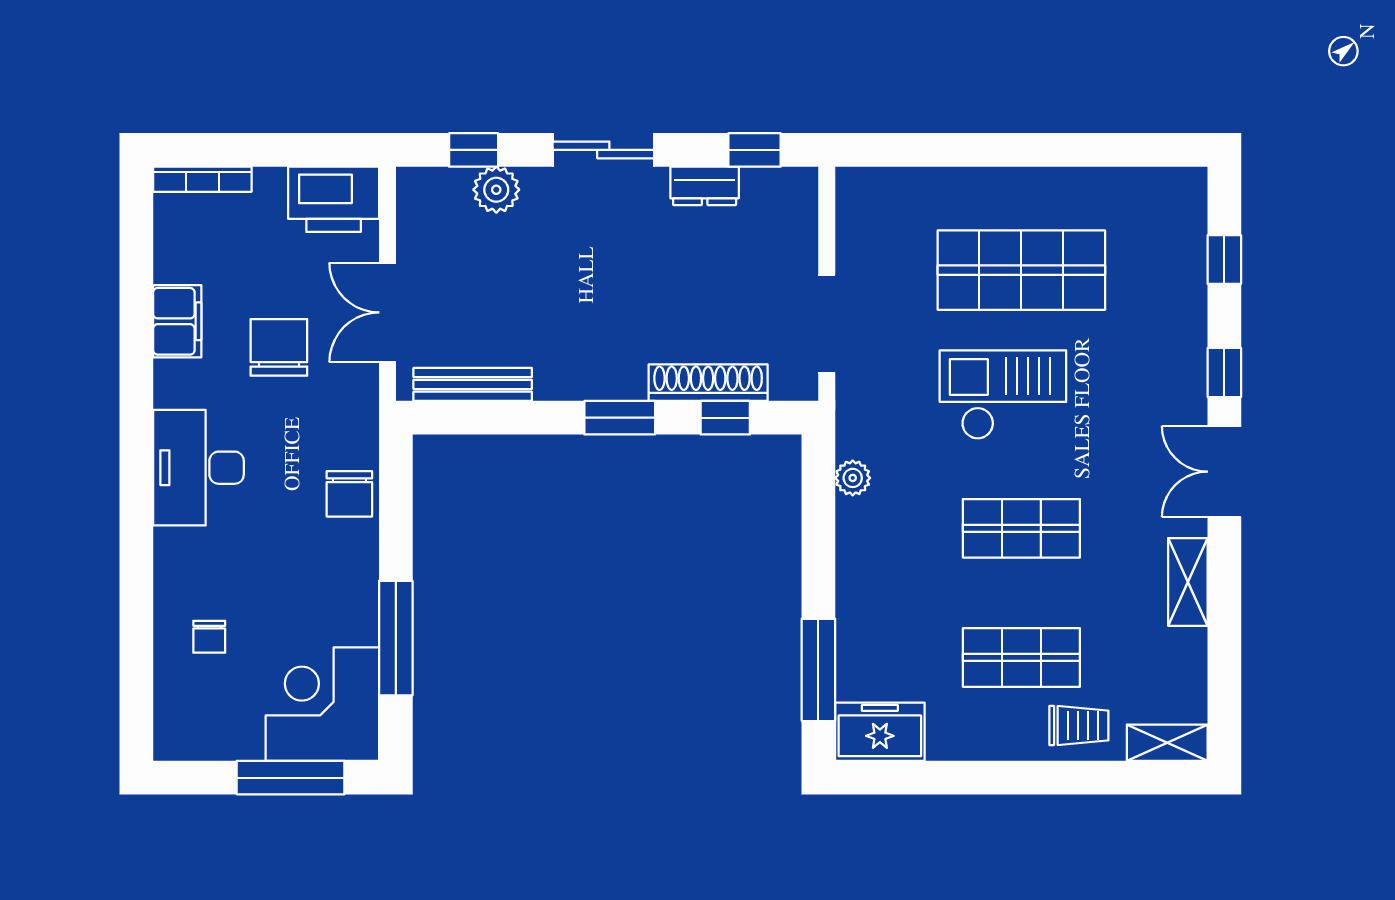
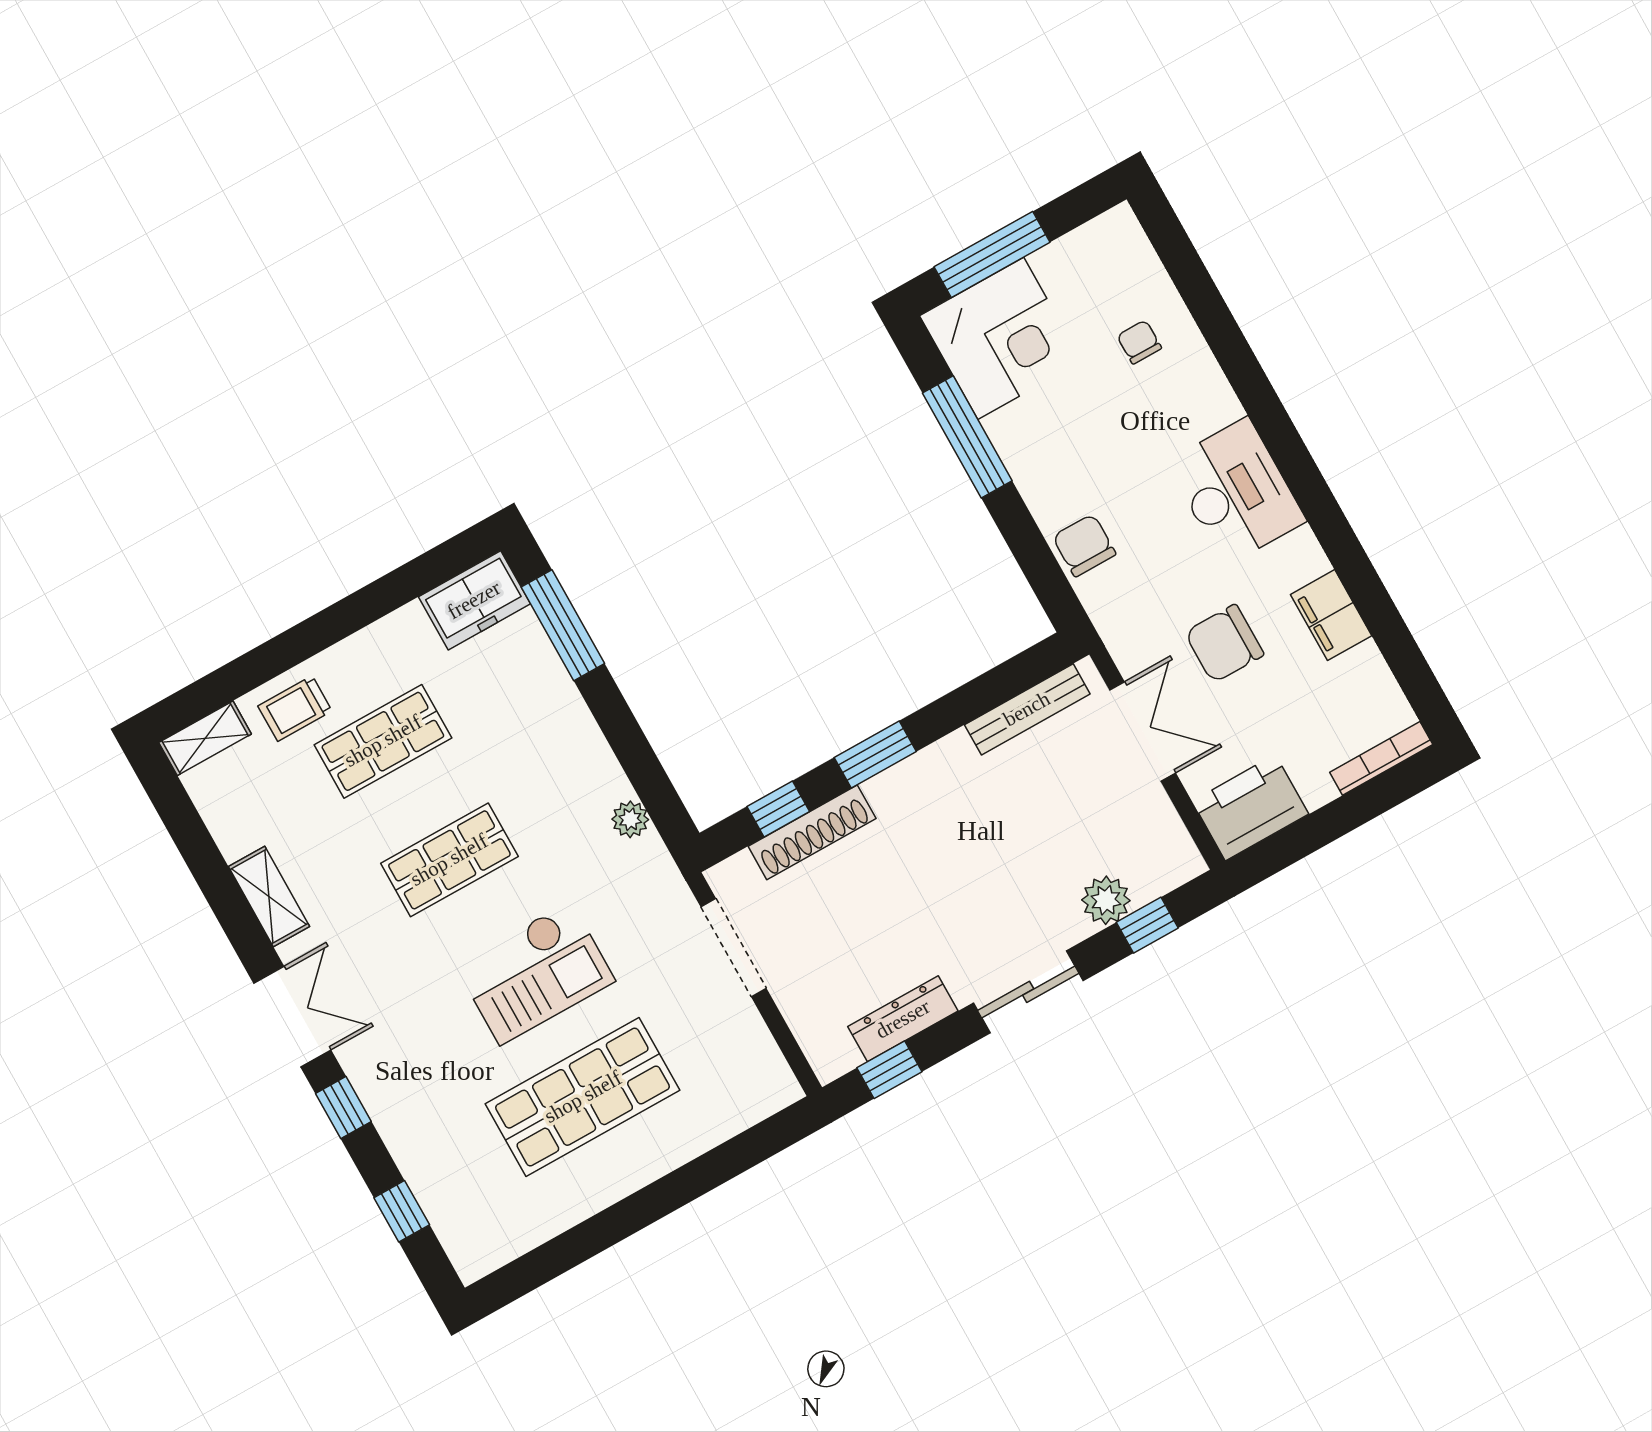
dresser: (705, 186) -> (903, 1019), width x1.44
chair: (279, 347) -> (1224, 644), turned 90

